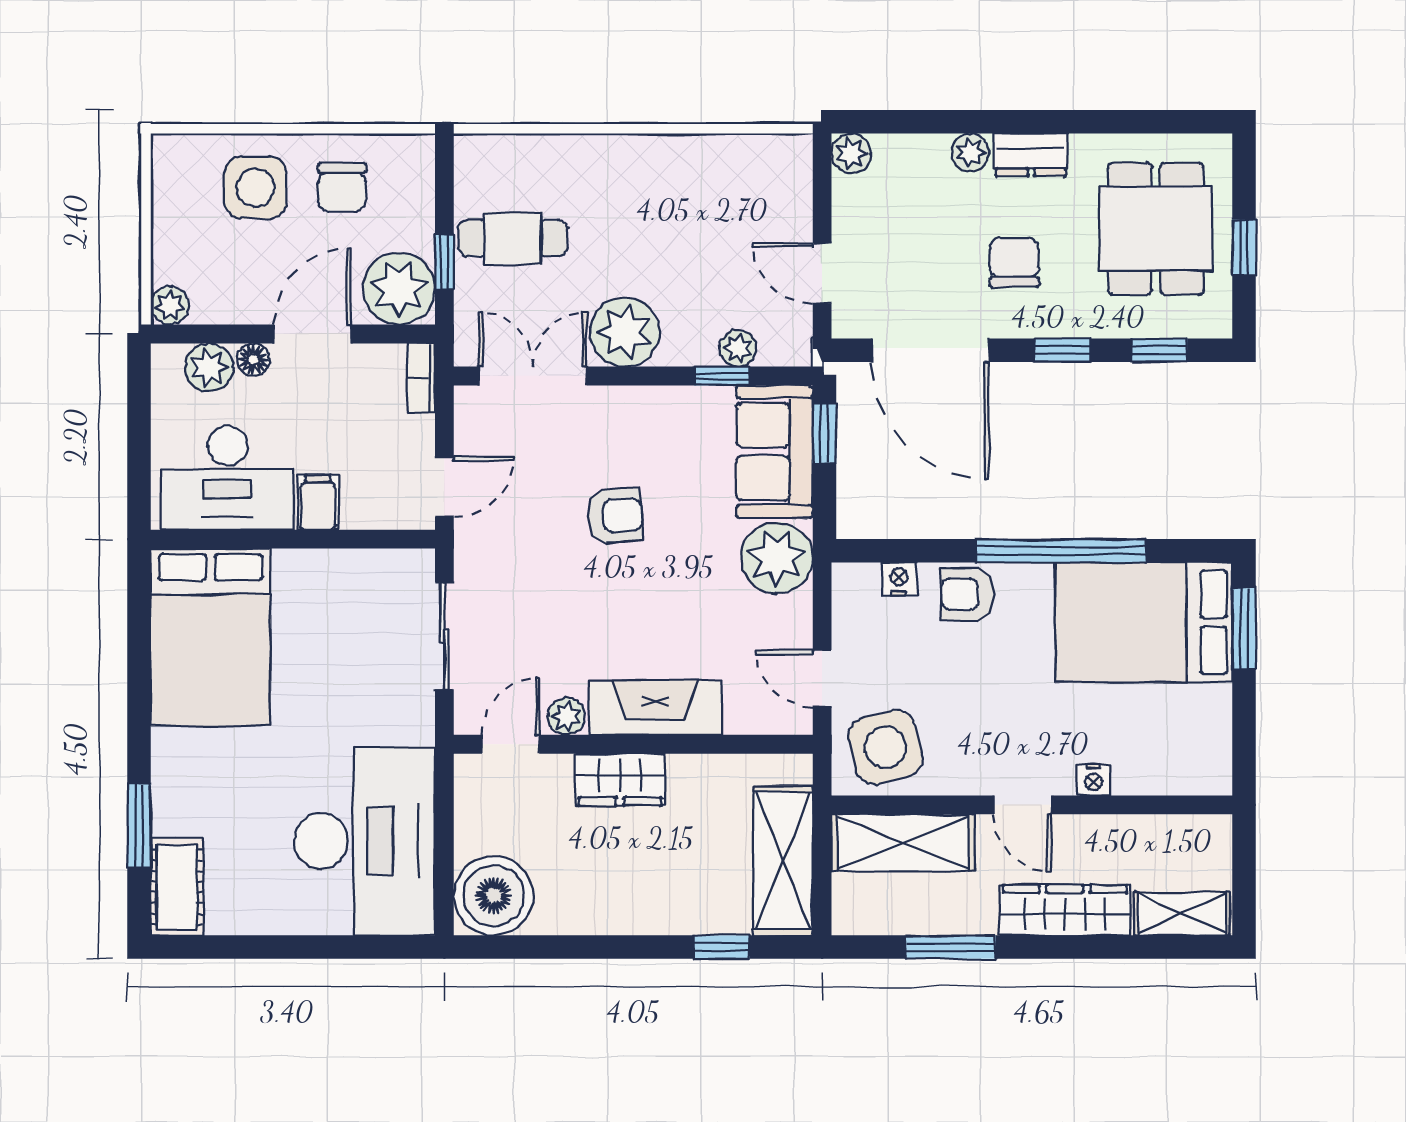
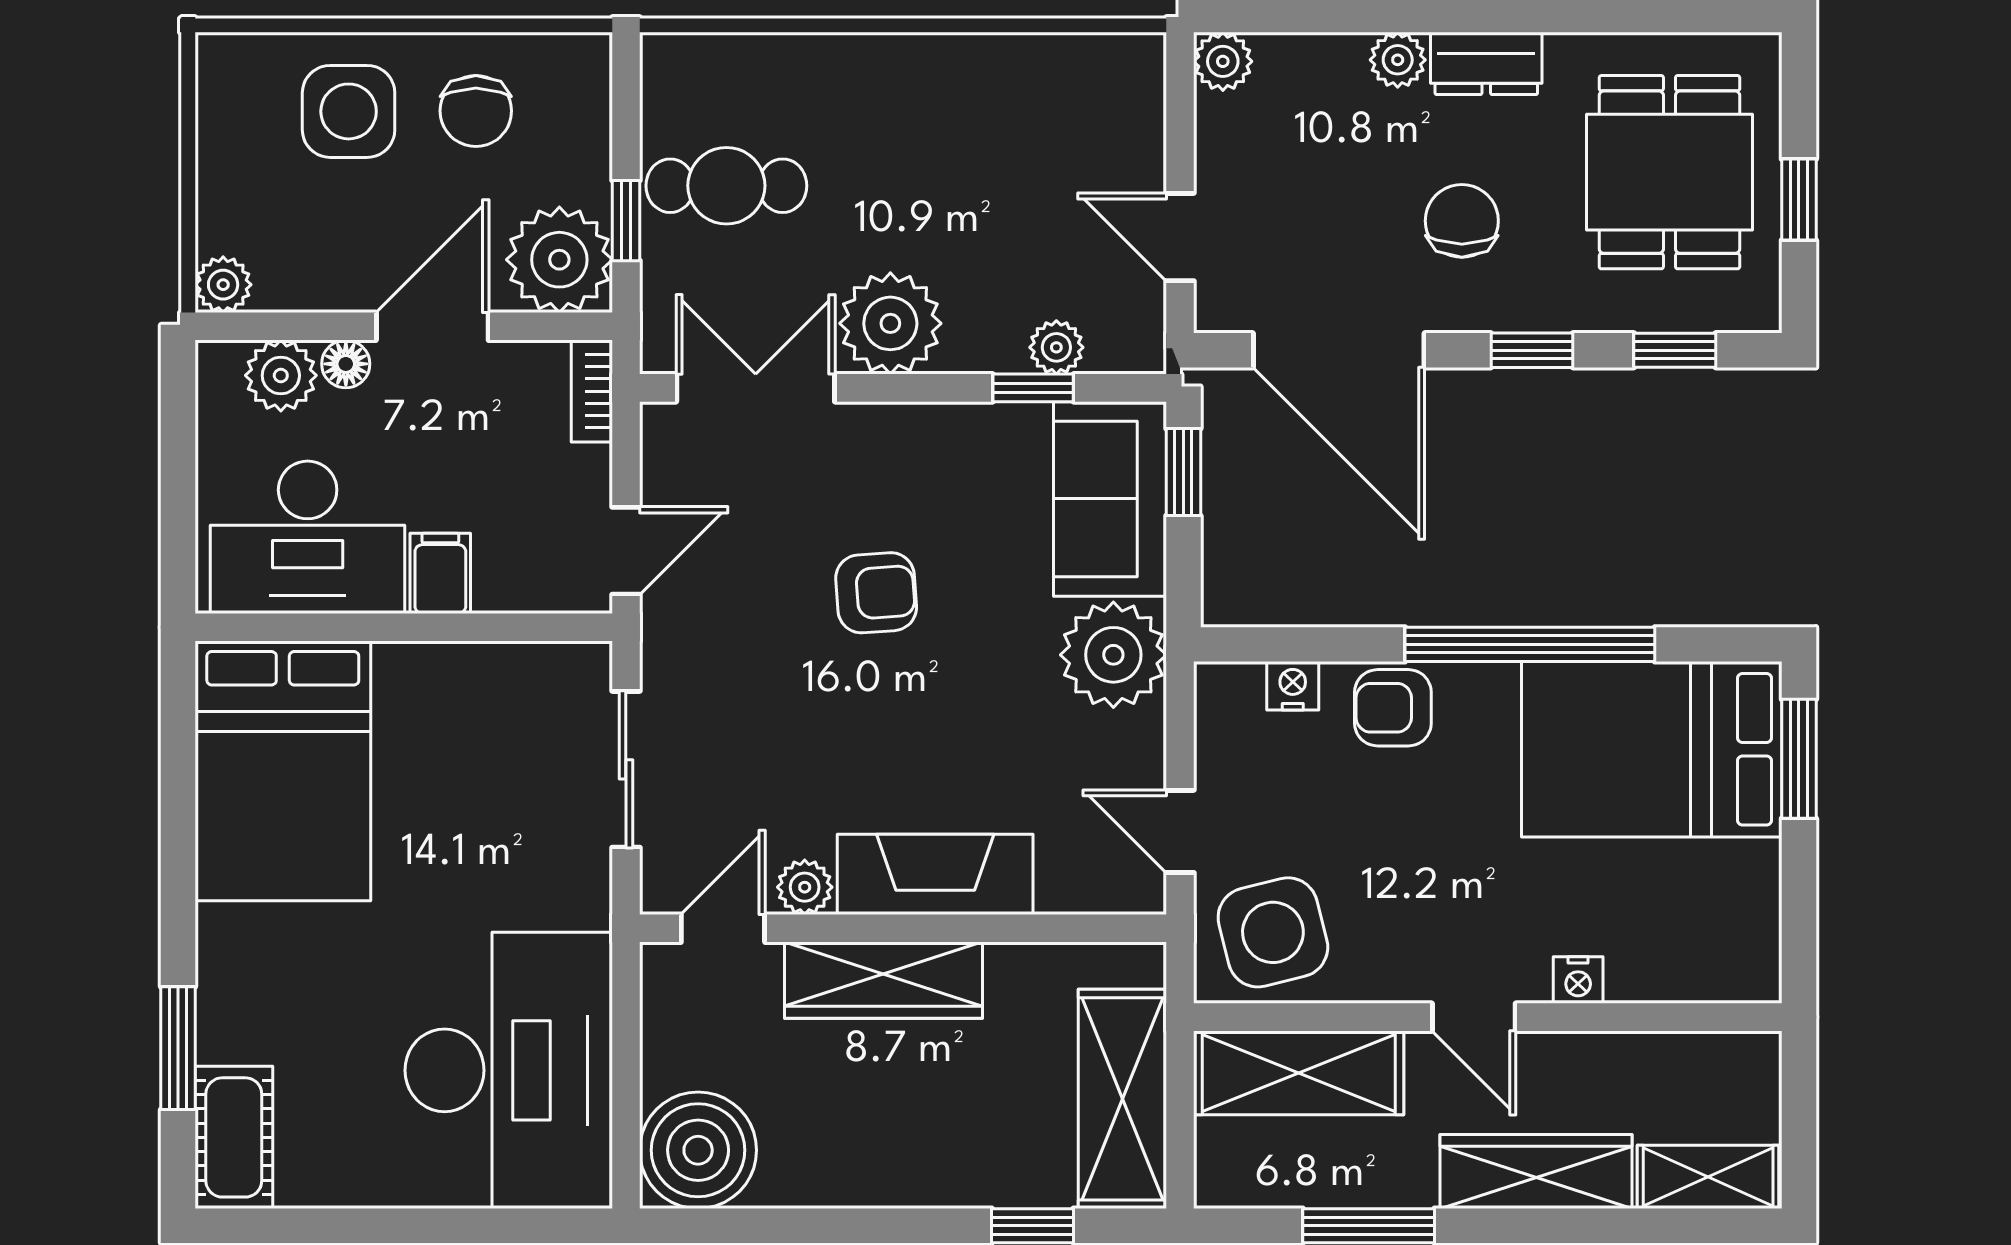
wardrobe: (620, 780) -> (884, 980), width x1.50

